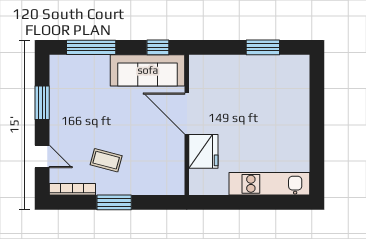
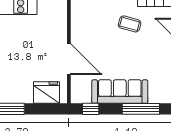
sofa: (148, 70) -> (120, 92), moved
fridge: (203, 151) -> (47, 93), moved, turned 90

